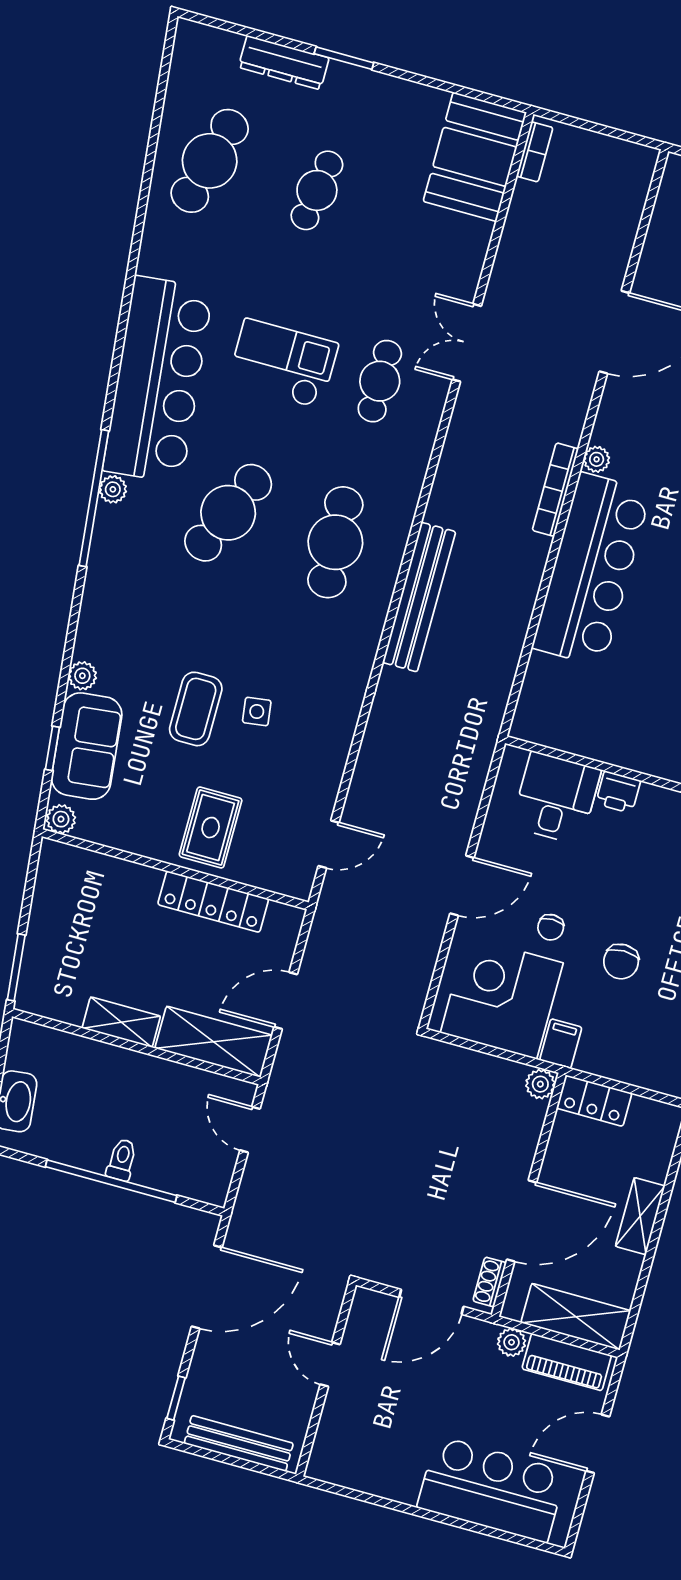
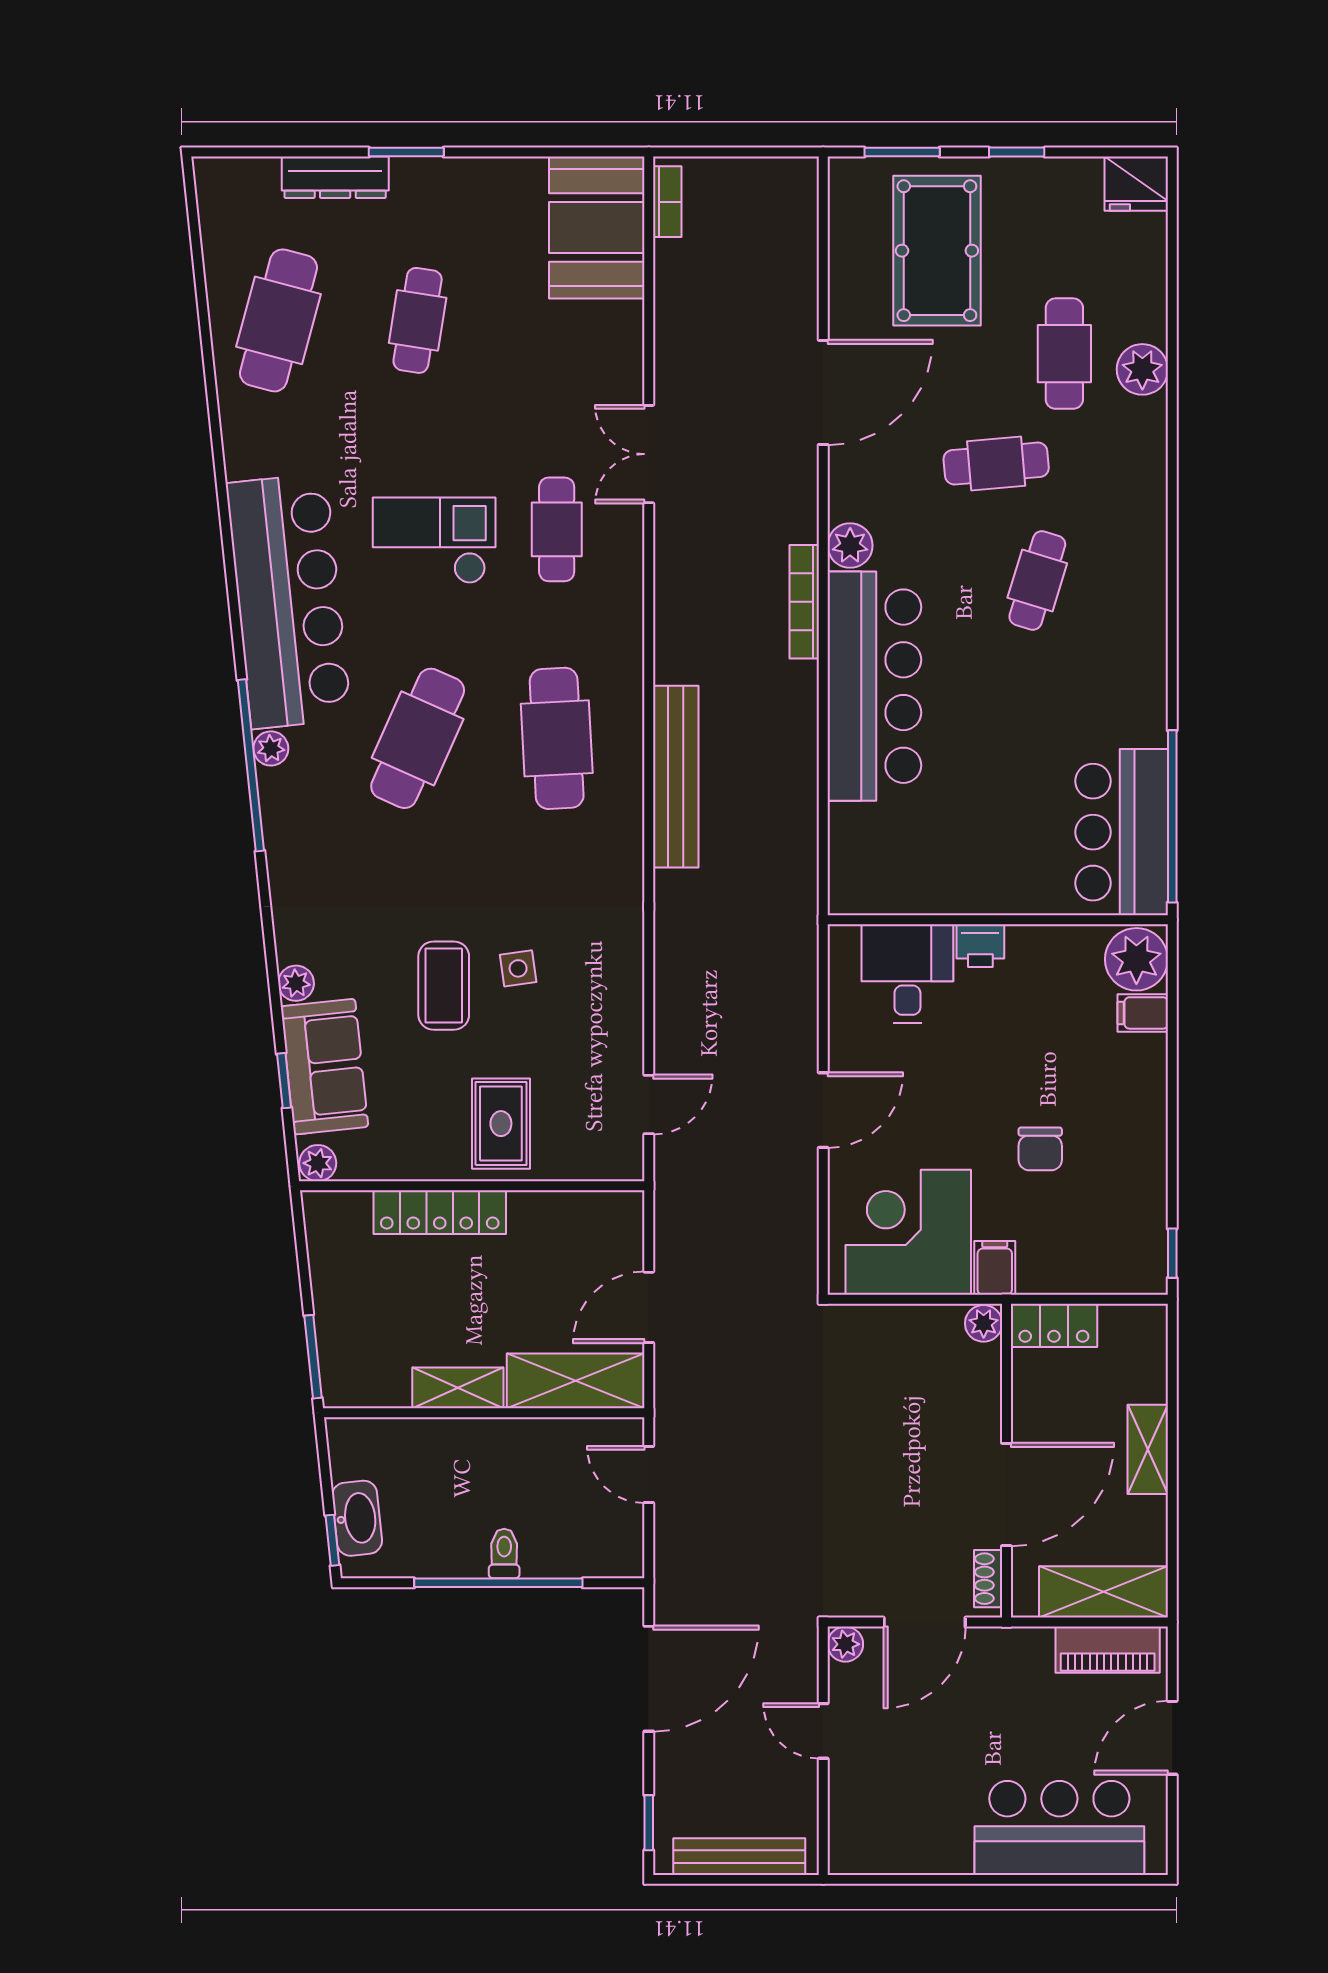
plant: (597, 459) -> (850, 546), width x1.38, depth x1.38
locker: (213, 902) -> (440, 1212), moved
chair: (551, 927) -> (944, 1131), removed
plant: (512, 1342) -> (845, 1644), moved

